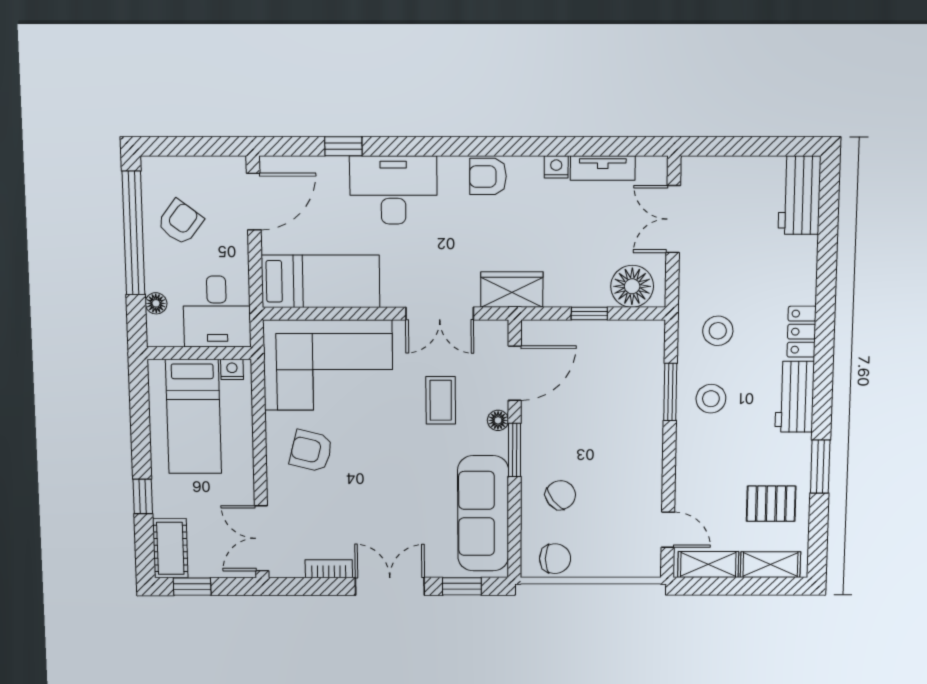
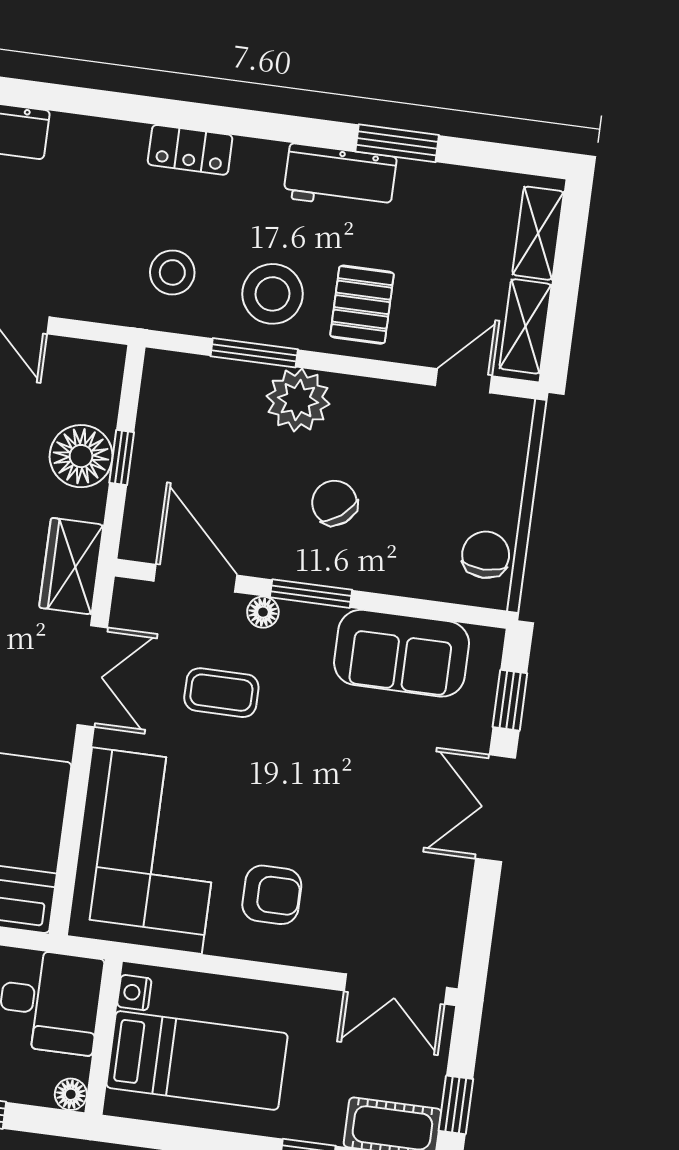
floor lamp: (632, 286) -> (81, 456), moved
floor lamp: (156, 303) -> (71, 1094), moved
workbench: (795, 397) -> (340, 177), moved
stool: (711, 399) -> (273, 294), width x1.38, depth x1.38
plant: (642, 425) -> (298, 400), added
armchair: (311, 451) -> (272, 895), turned -104
chair: (561, 495) -> (335, 503), moved
pallet: (771, 504) -> (362, 305), moved
sofa: (483, 513) -> (402, 653), width x0.73
bookcase: (329, 569) -> (456, 896), removed

